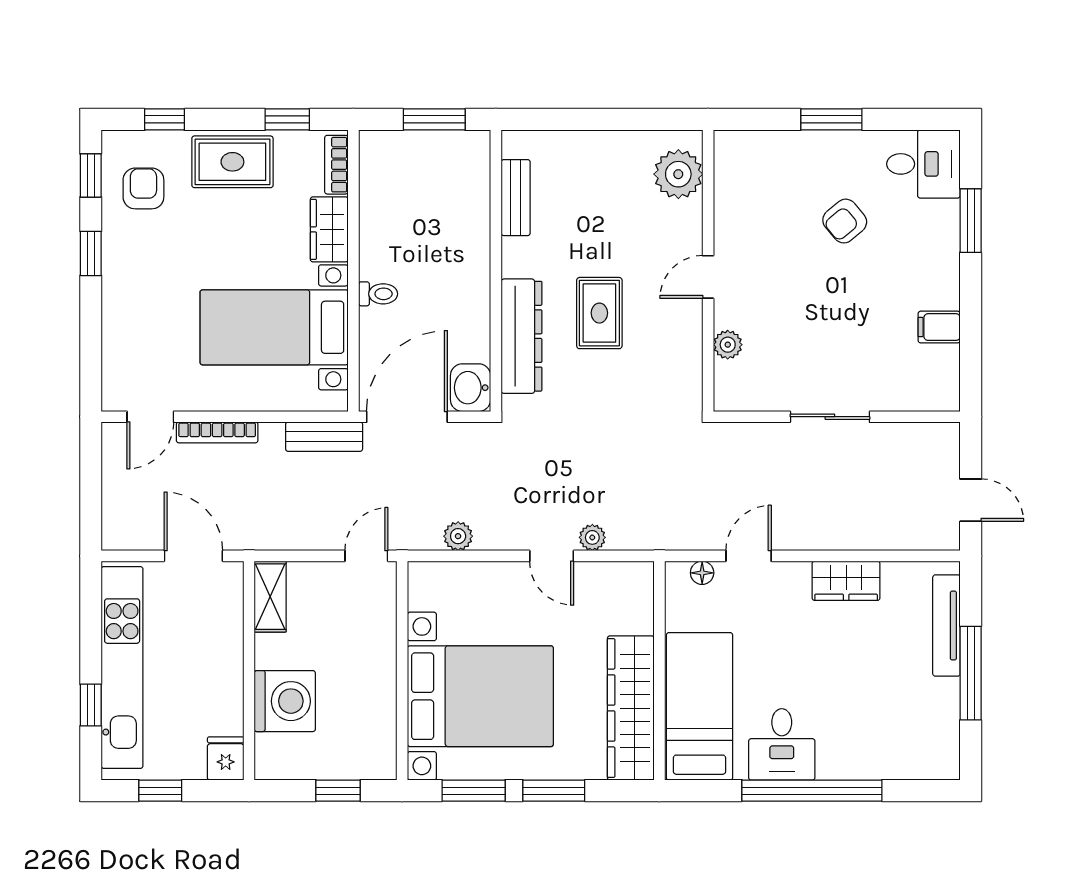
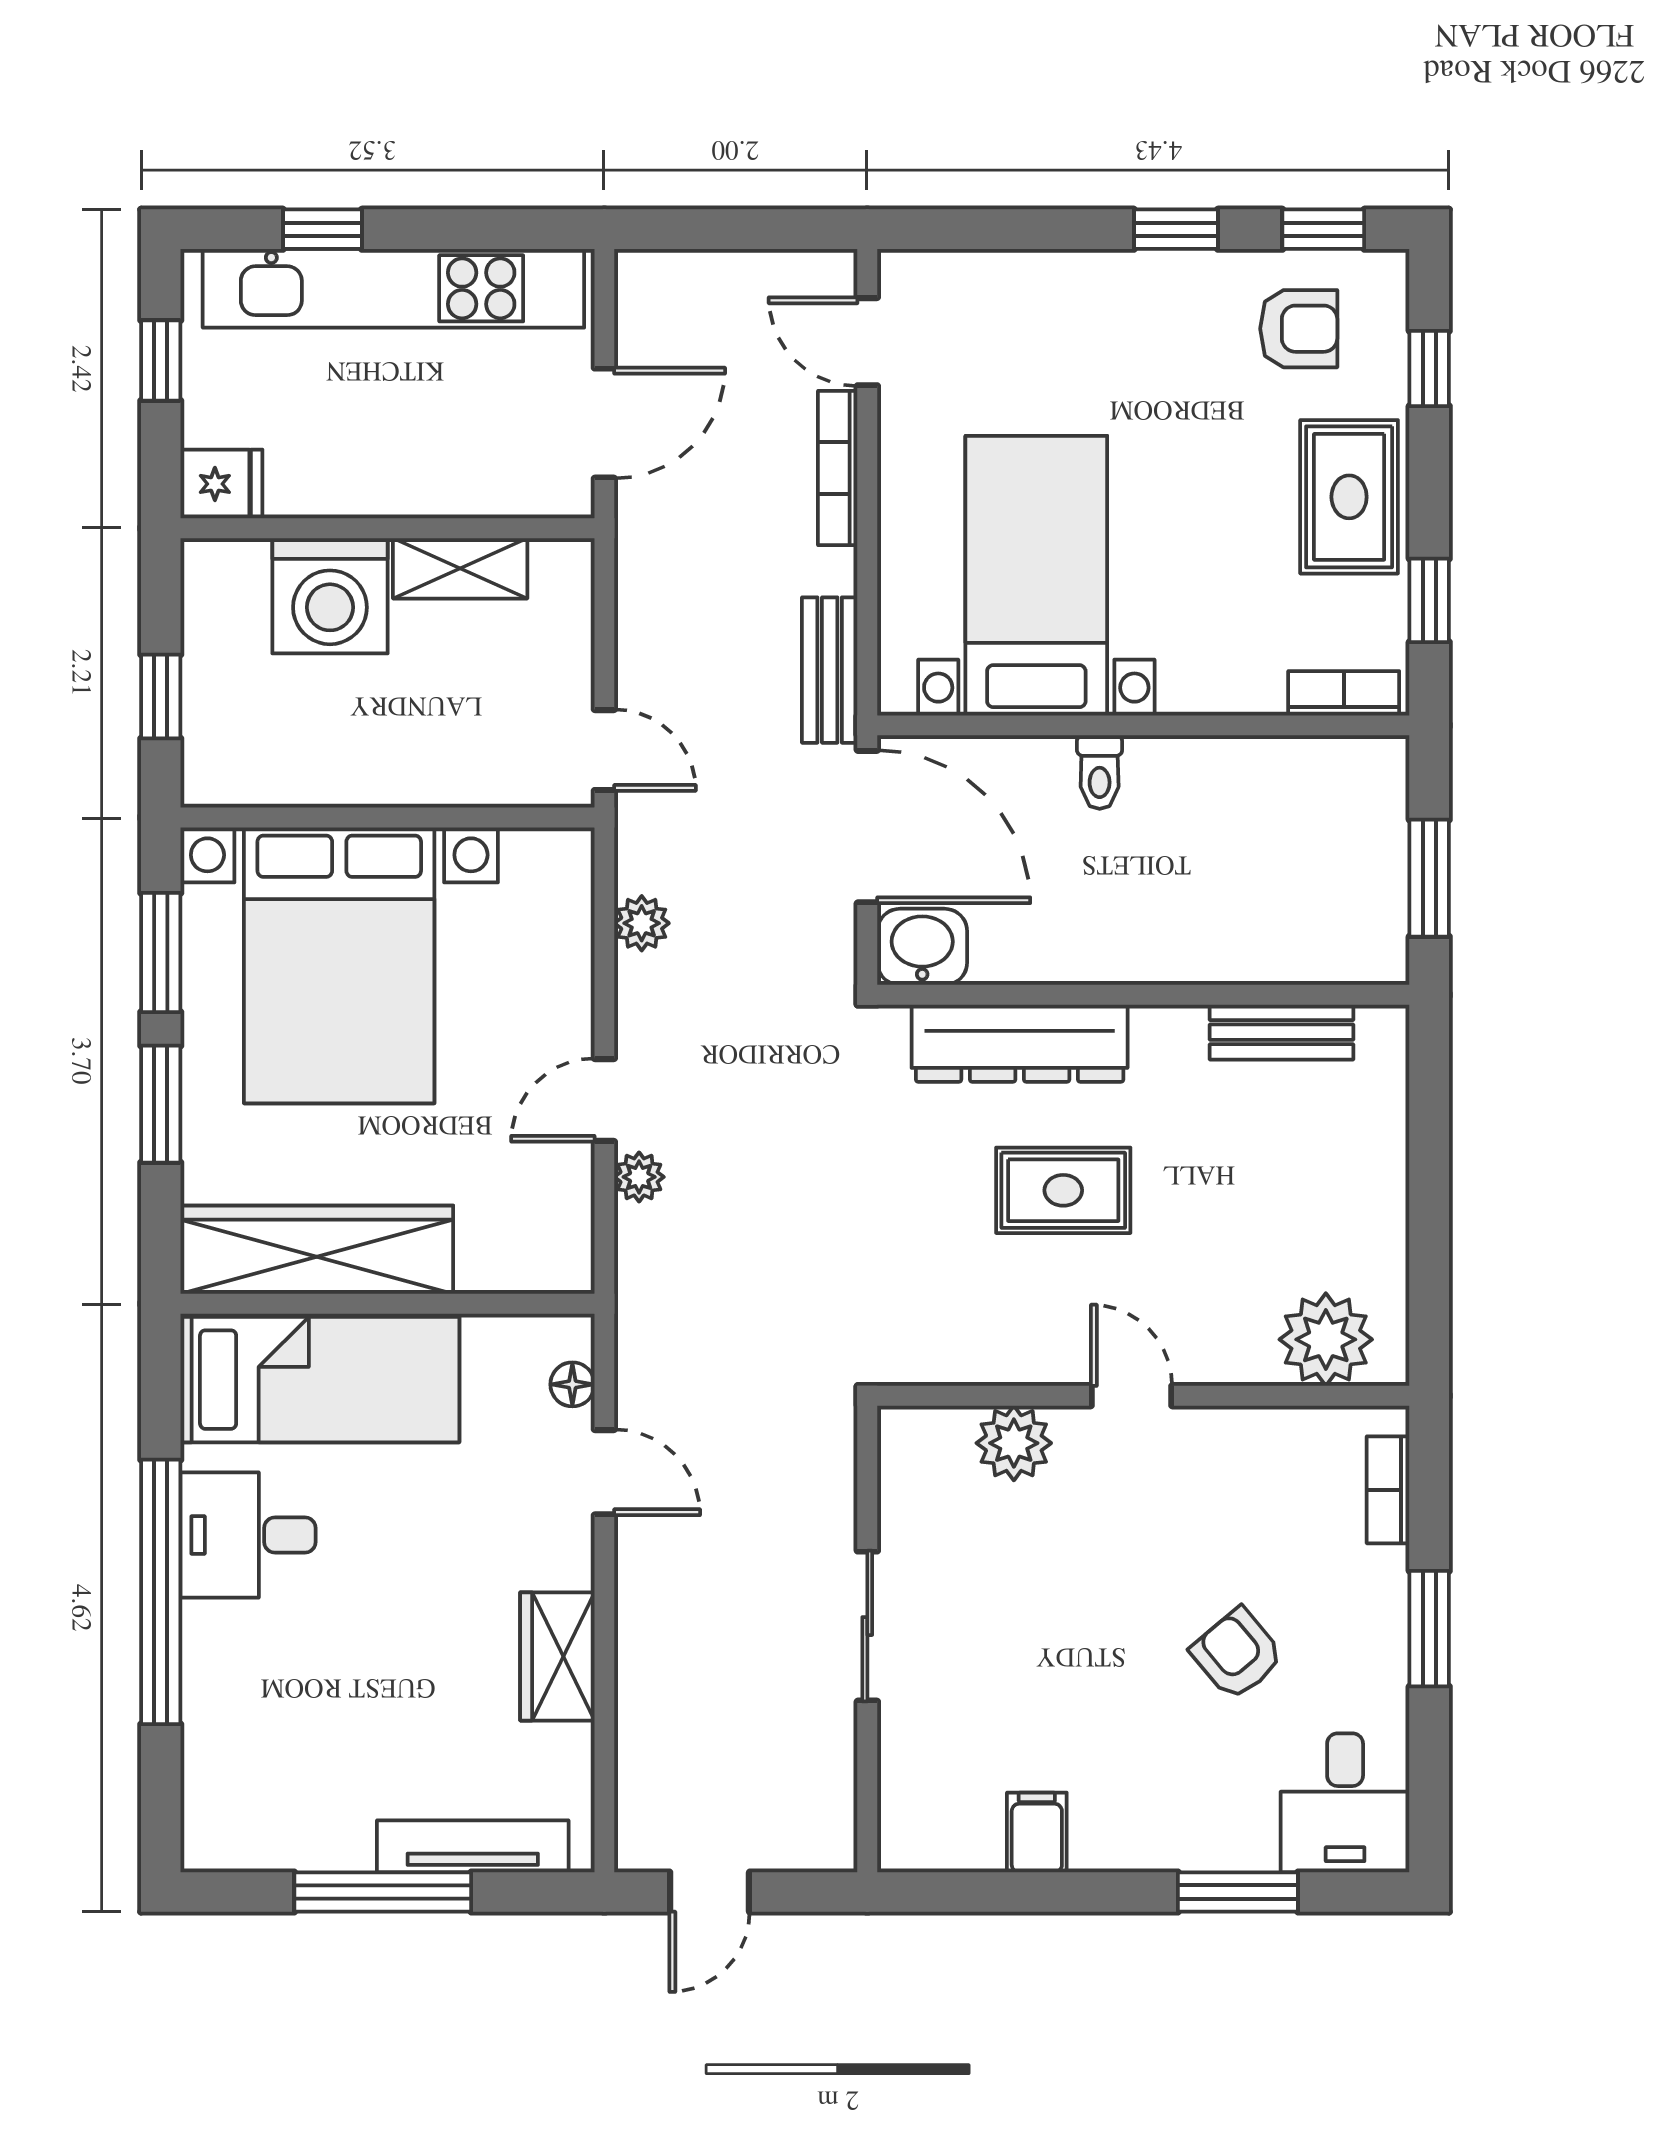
bookcase: (758, 141) -> (1388, 1490), added
wardrobe: (329, 229) -> (1221, 680), removed
plant: (728, 345) -> (1014, 1443), width x1.38, depth x1.38
shelving: (270, 597) -> (460, 568), moved

